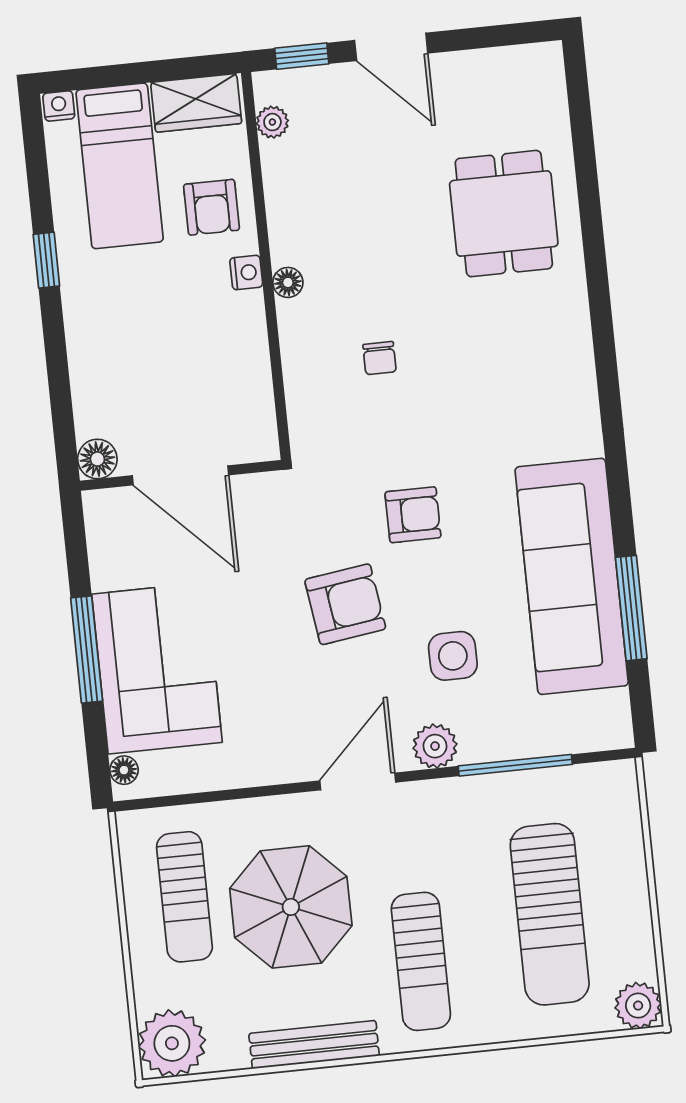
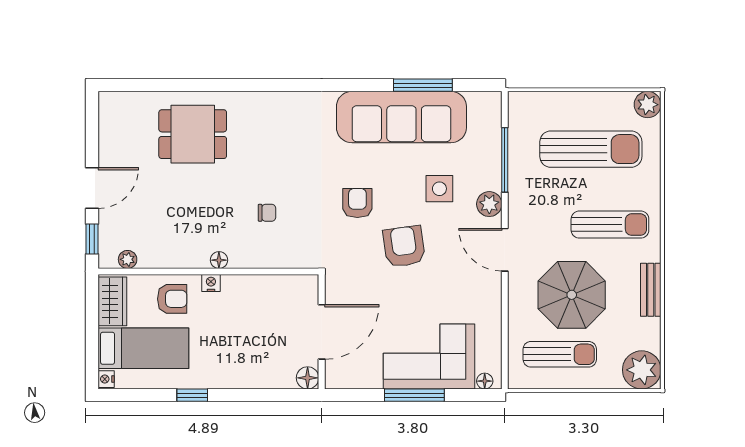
bench: (314, 1045) -> (651, 290), width x0.73

